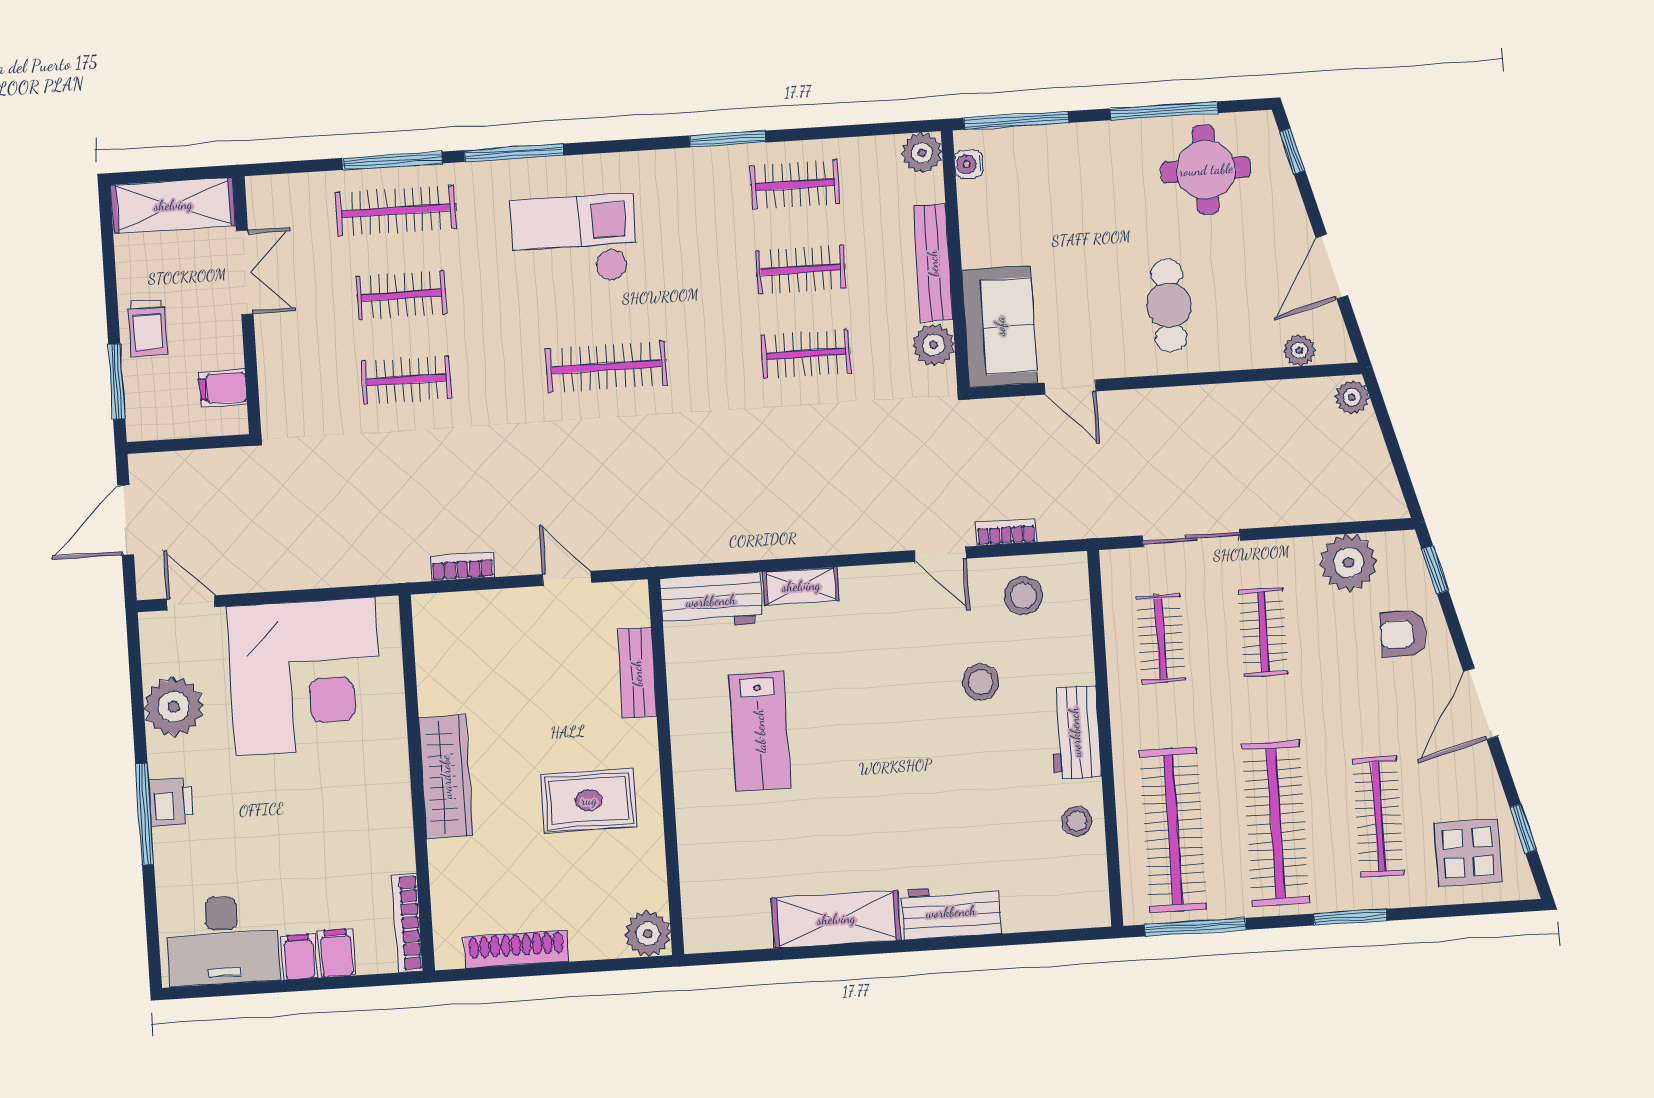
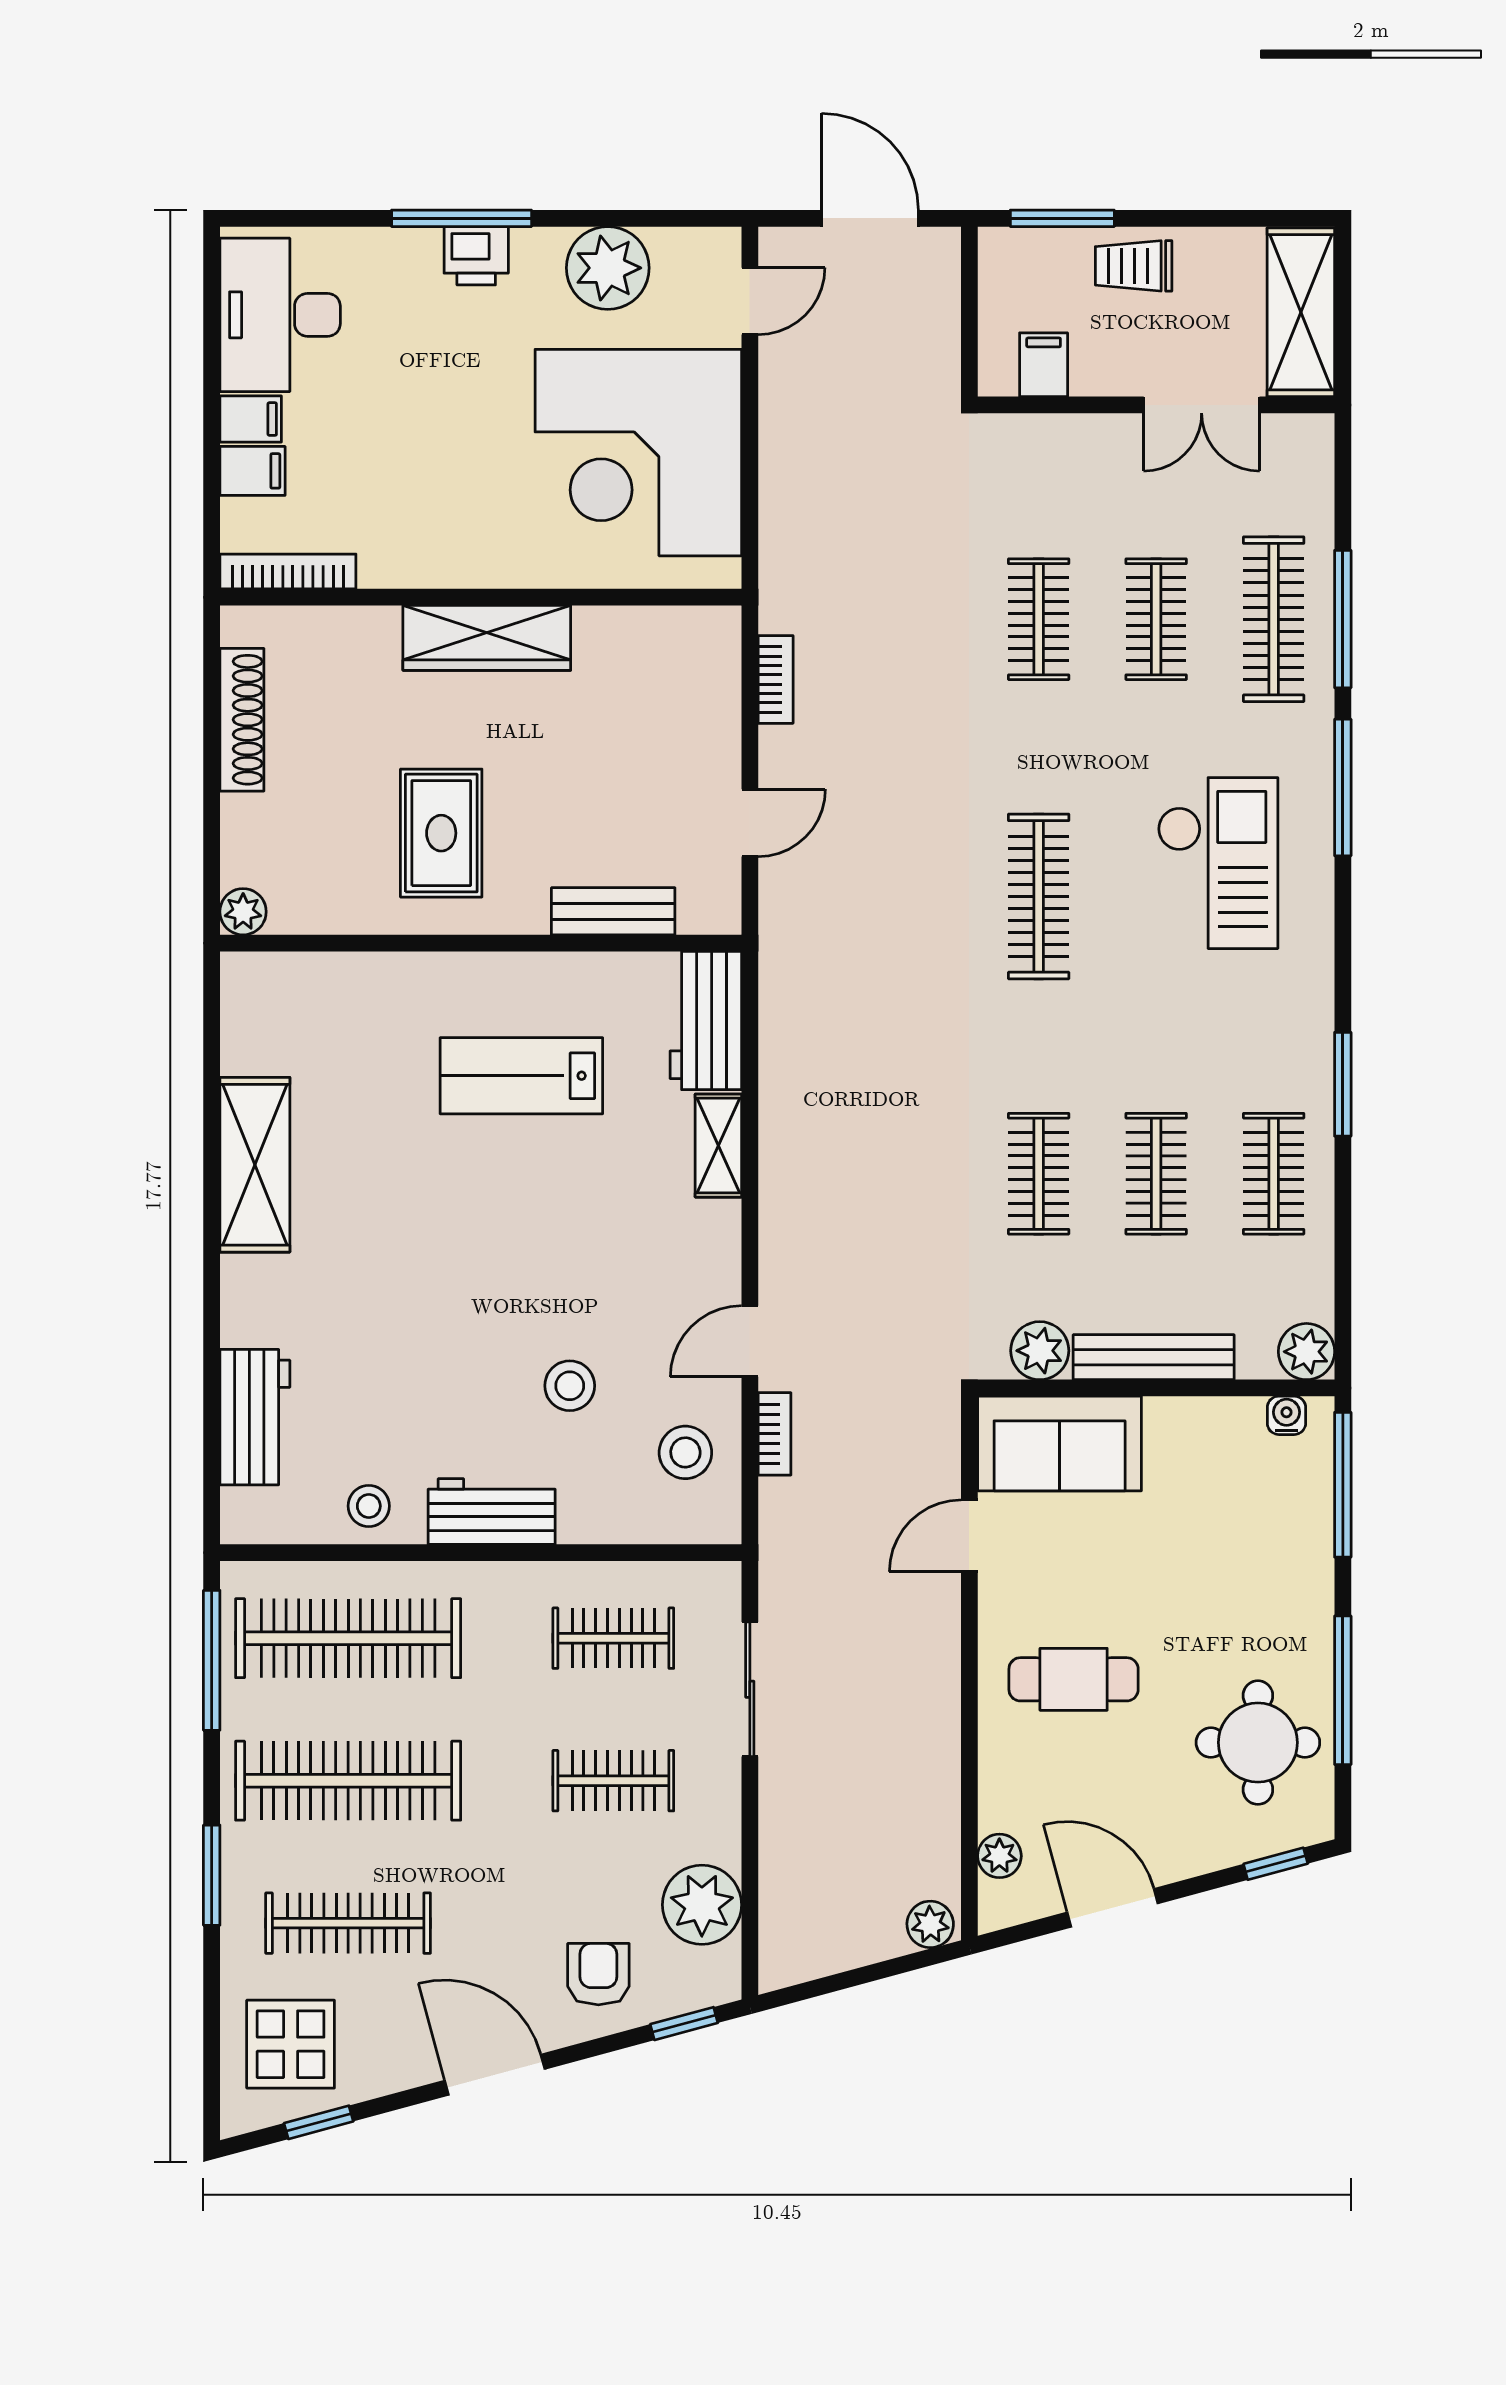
workbench: (951, 912) -> (255, 1417), moved
plant: (648, 934) -> (243, 912), width x0.73, depth x0.73

